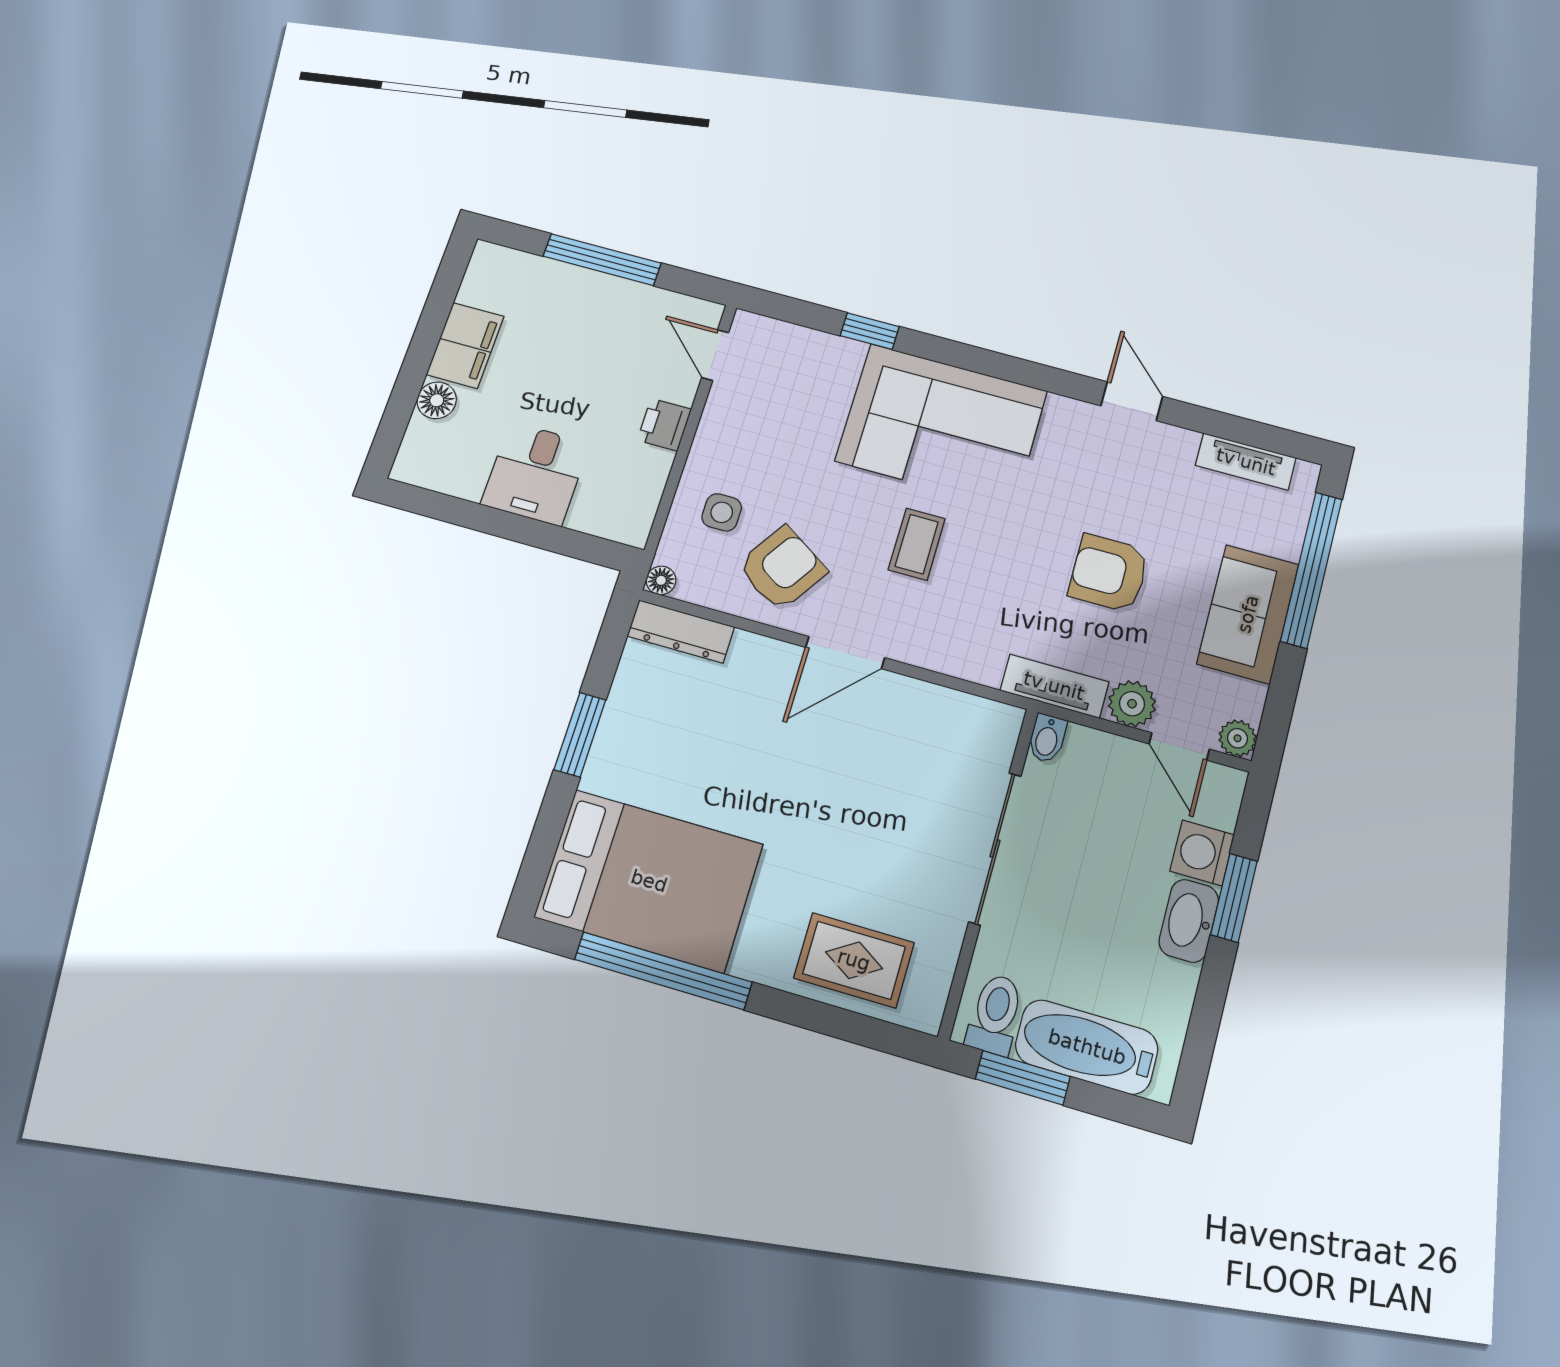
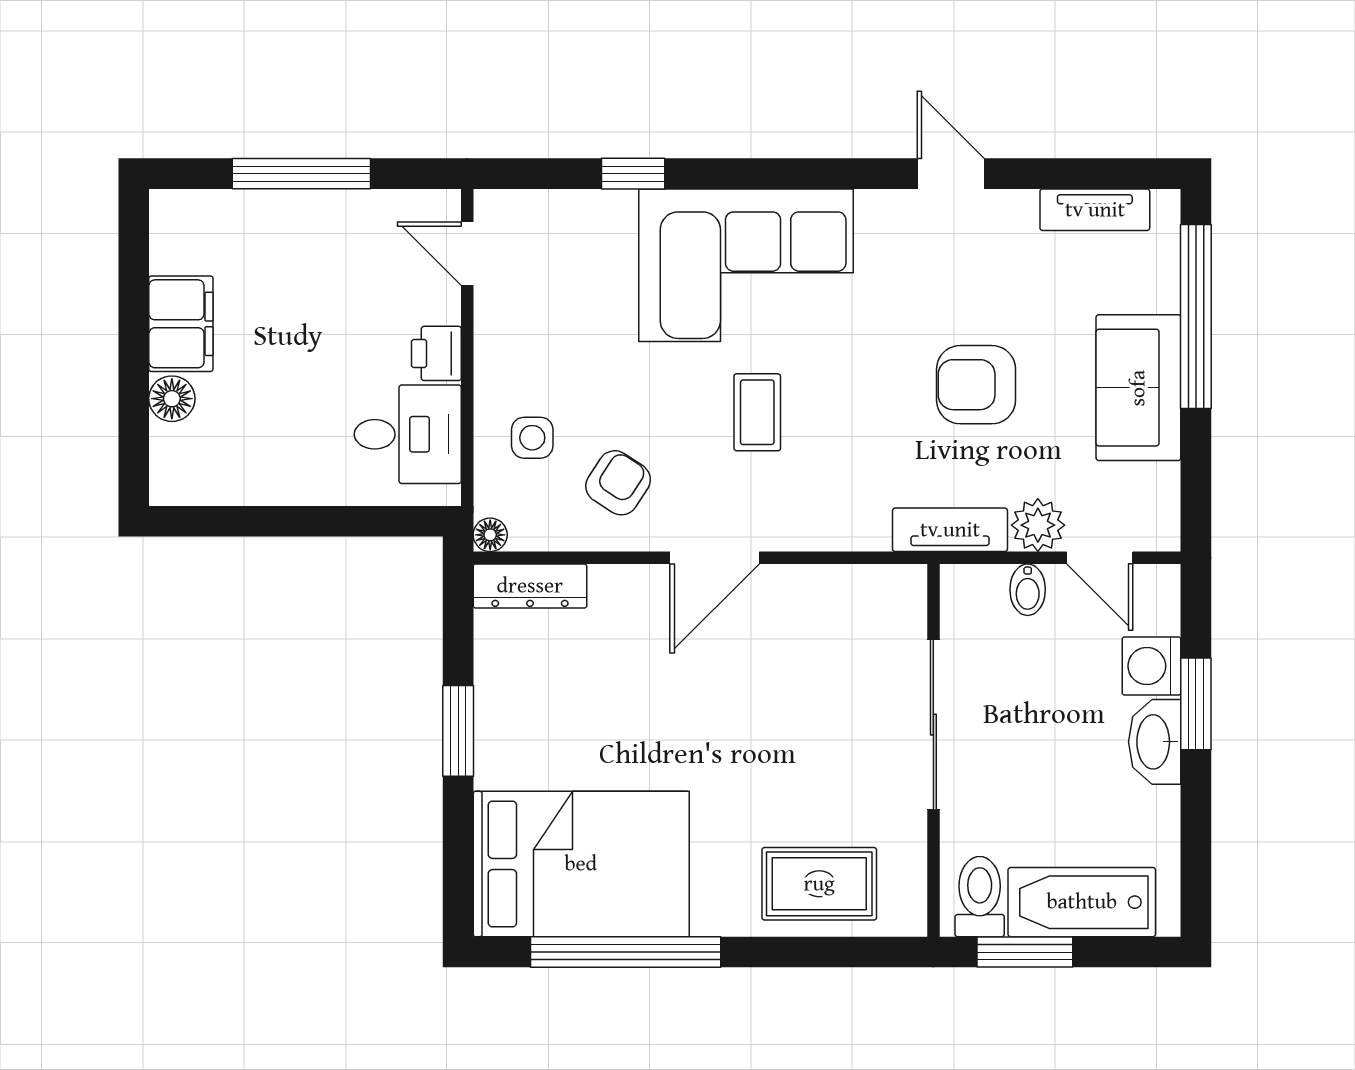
desk: (535, 474) -> (408, 434), moved, turned -90
armchair: (782, 568) -> (618, 483), width x0.72, depth x0.72
bidet: (1047, 738) -> (1028, 590), moved
plant: (1238, 738) -> (1160, 531), removed

